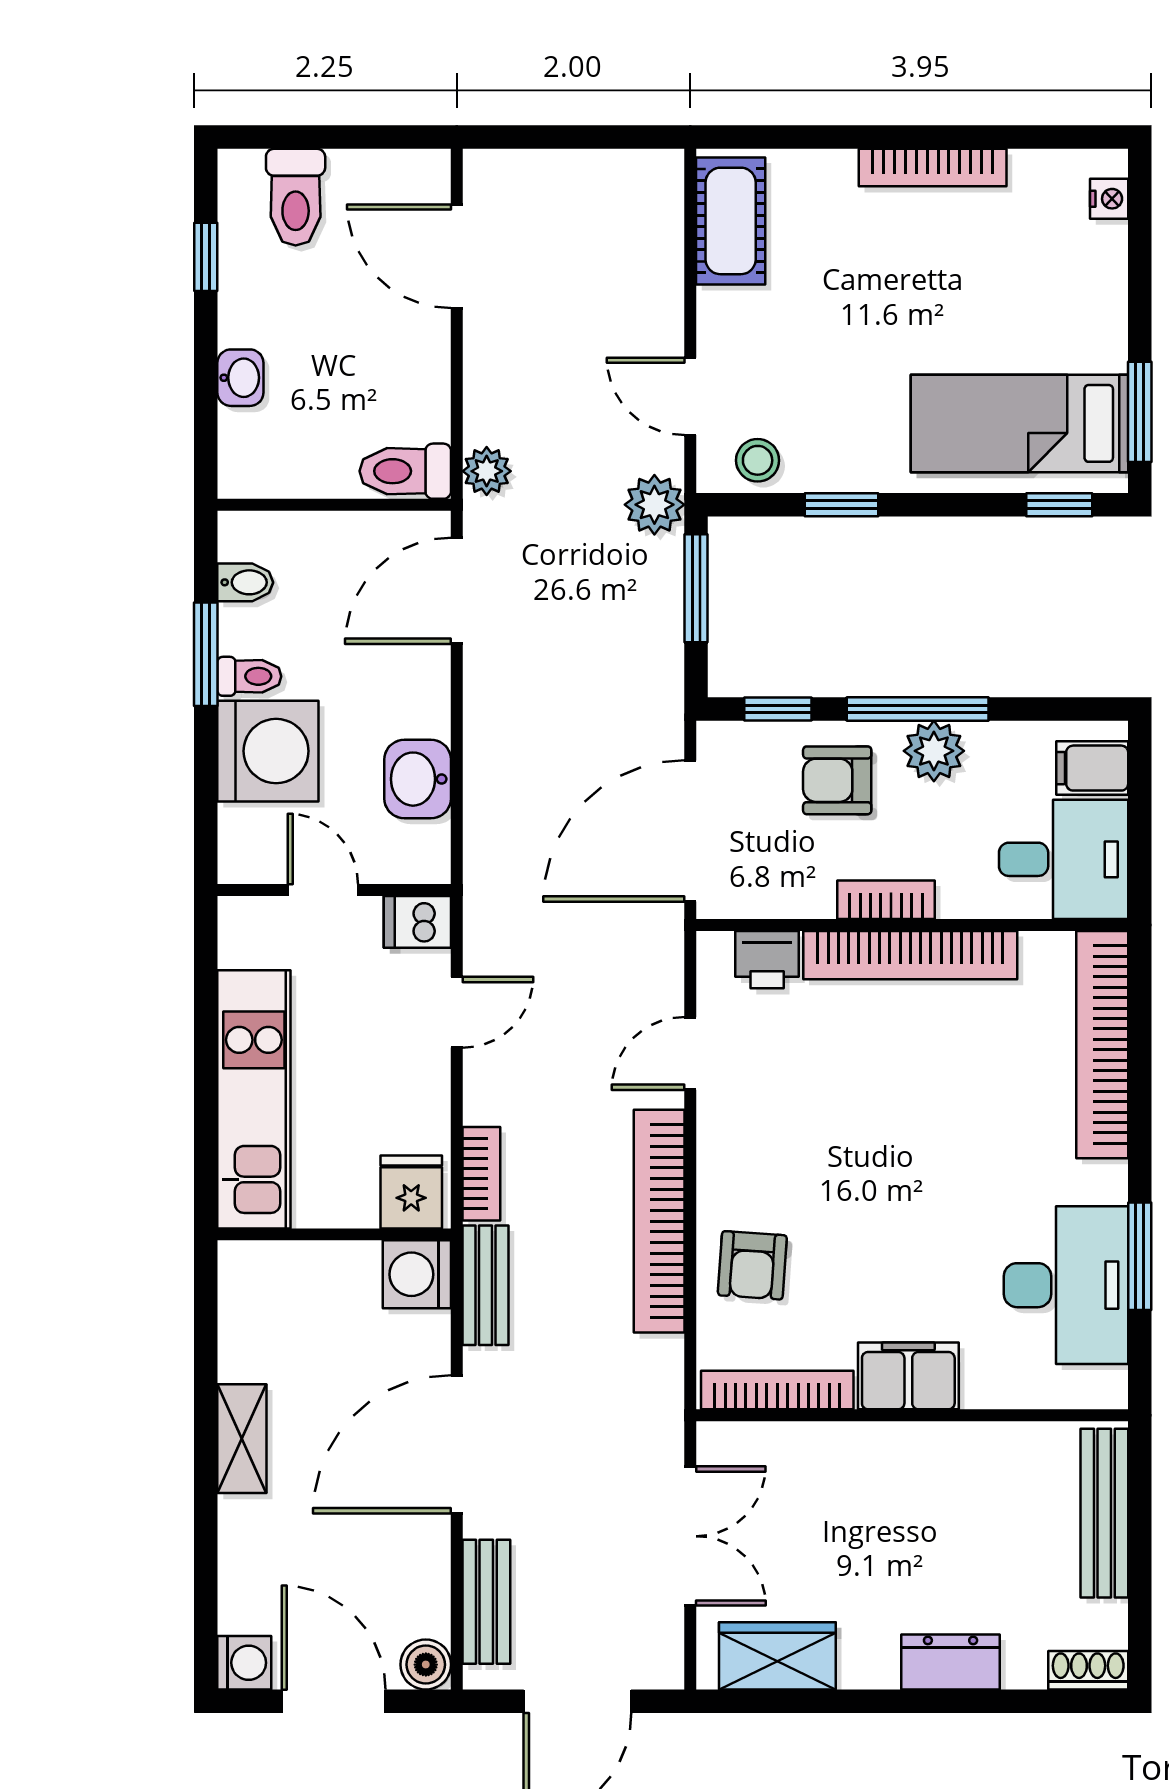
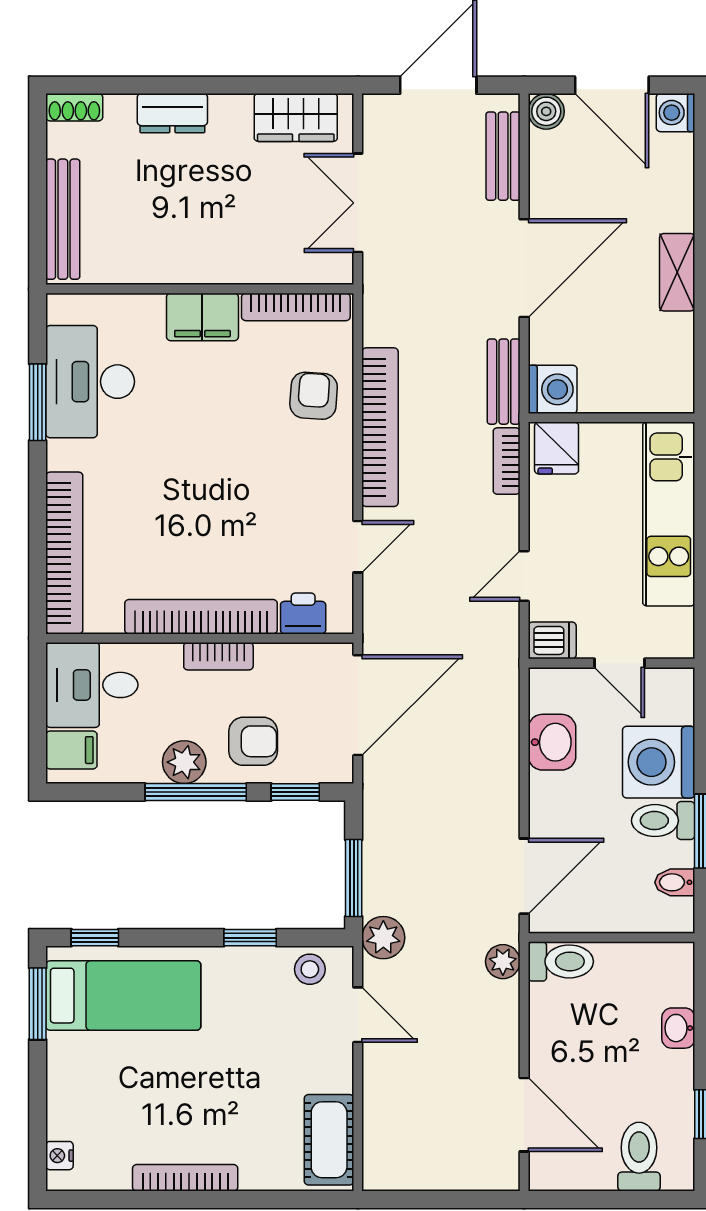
toilet: (249, 676) -> (663, 821), width x1.37, depth x1.39

